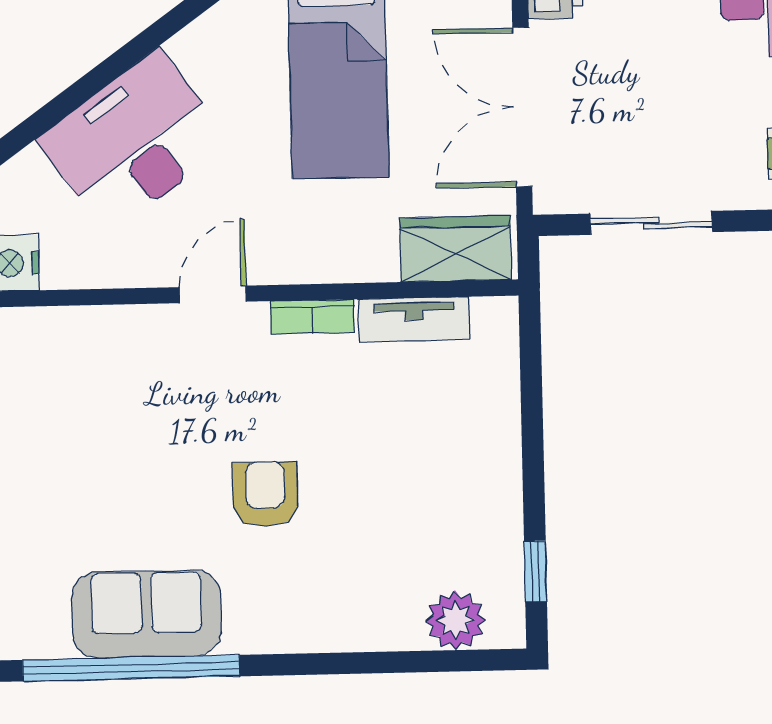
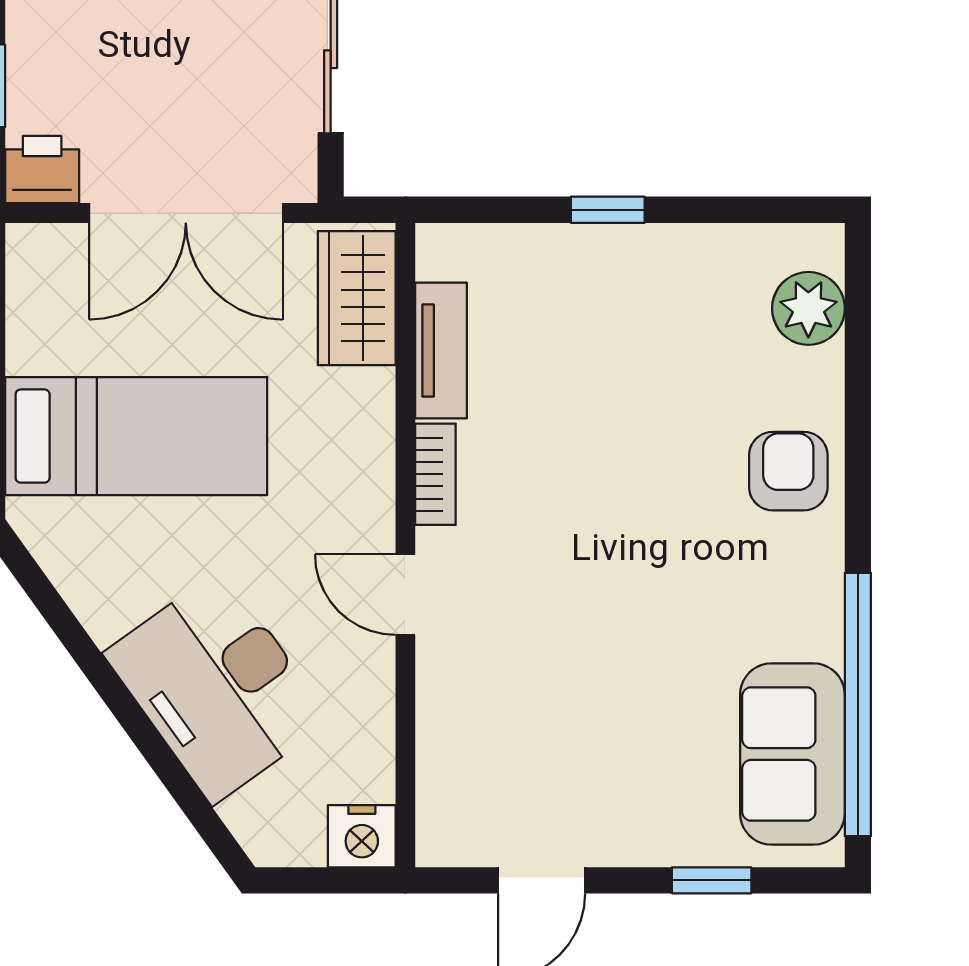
armchair: (265, 494) -> (788, 471), moved, turned 90
window: (536, 571) -> (608, 210), moved
sofa: (146, 614) -> (792, 754), moved

